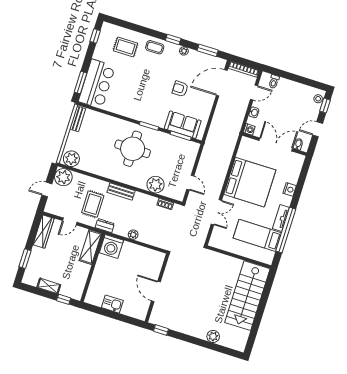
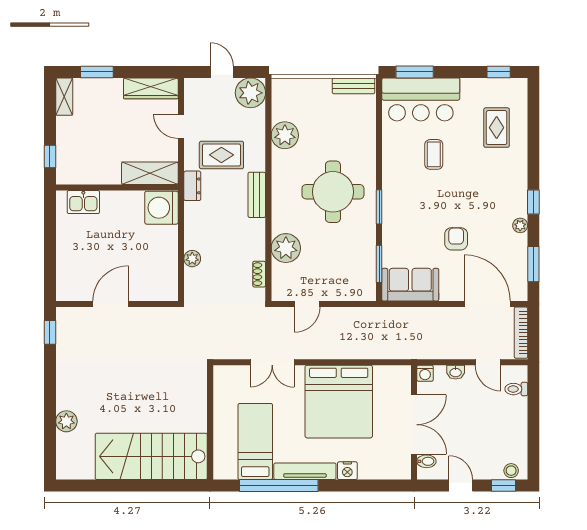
coffee table: (155, 47) -> (434, 154), moved
sofa: (183, 125) -> (410, 285), moved, turned -90
plant: (71, 159) -> (285, 135), moved
tv unit: (281, 218) -> (305, 471), width x1.41
plant: (133, 235) -> (192, 259), moved
shelving: (49, 286) -> (64, 97), moved
kitchen sink: (112, 304) -> (83, 202), moved, turned 90

